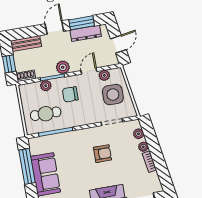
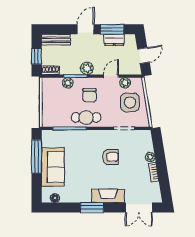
dresser: (86, 33) -> (114, 40), width x0.70
chair: (70, 94) -> (89, 95), turned -90
cafe table: (46, 114) -> (86, 117), moved
plant: (139, 134) -> (148, 144), removed

